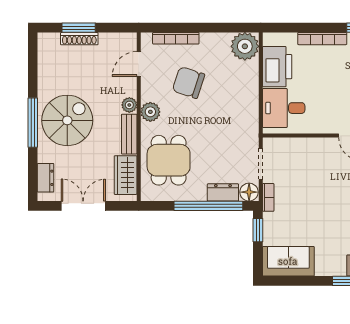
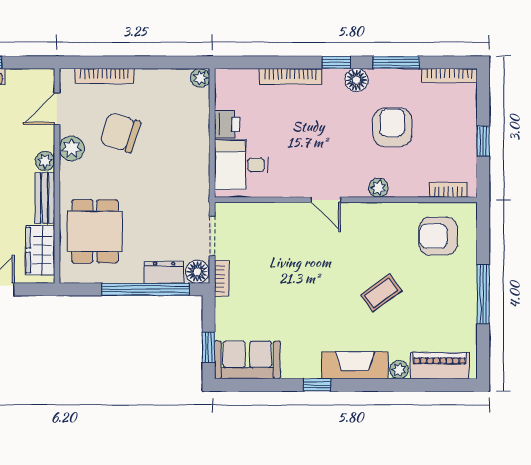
plant: (245, 46) -> (200, 78), width x0.53, depth x0.53
printer: (277, 67) -> (227, 124), width x0.53, depth x0.68
plant: (150, 112) -> (72, 148), moved
window: (258, 230) -> (209, 347), moved

